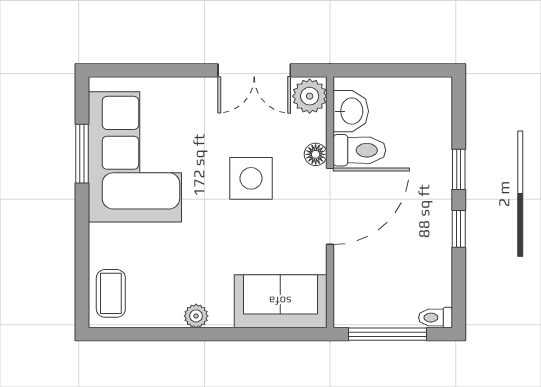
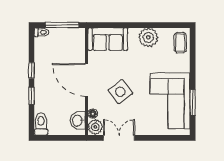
toilet: (359, 150) -> (41, 124), moved, turned 90
floor lamp: (316, 154) -> (93, 114), moved
side table: (251, 178) -> (120, 92), turned -37
door: (330, 206) -> (87, 80), hinge flipped
plant: (196, 316) -> (148, 37), width x1.88, depth x1.88

